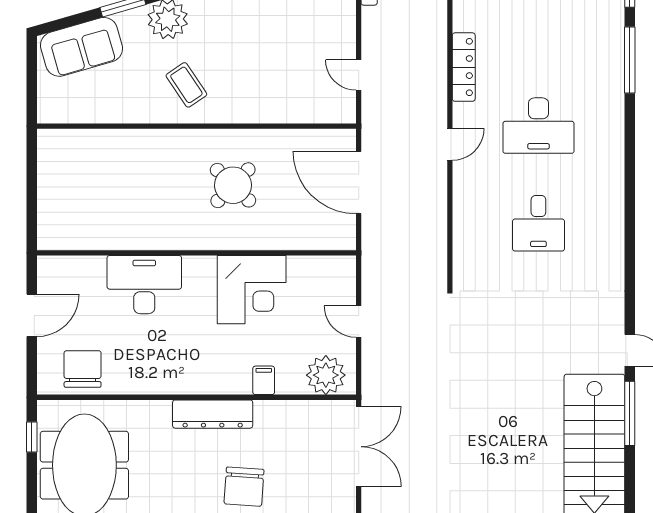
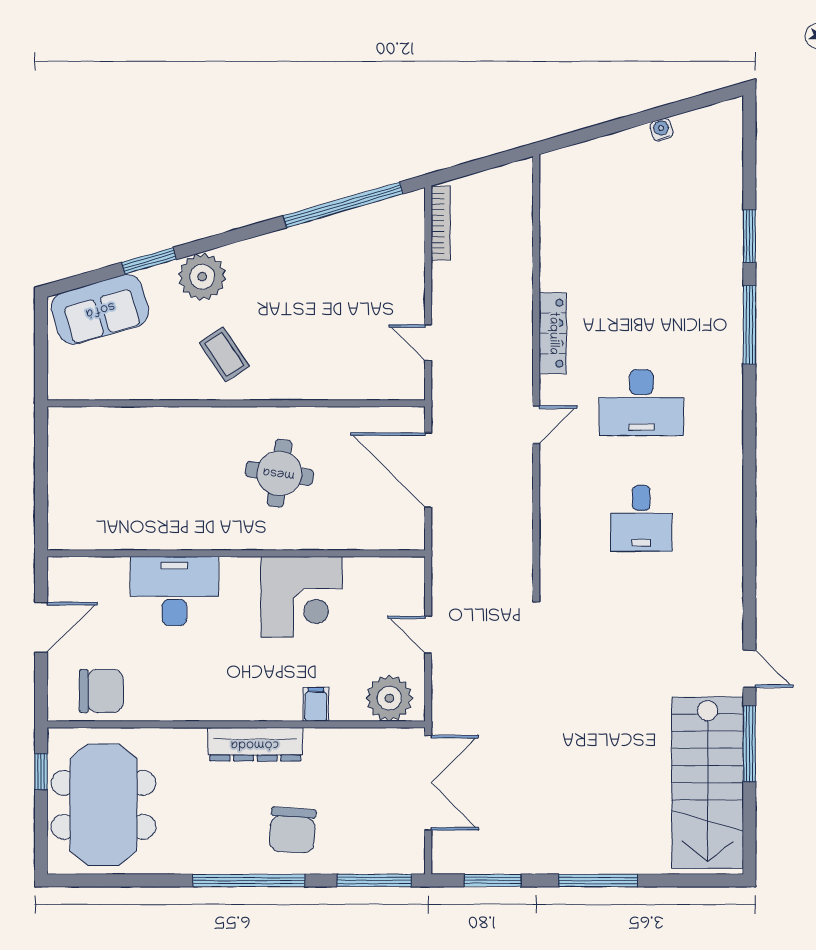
round table: (233, 185) -> (279, 473), turned -36
chair: (83, 369) -> (101, 691), turned 90

